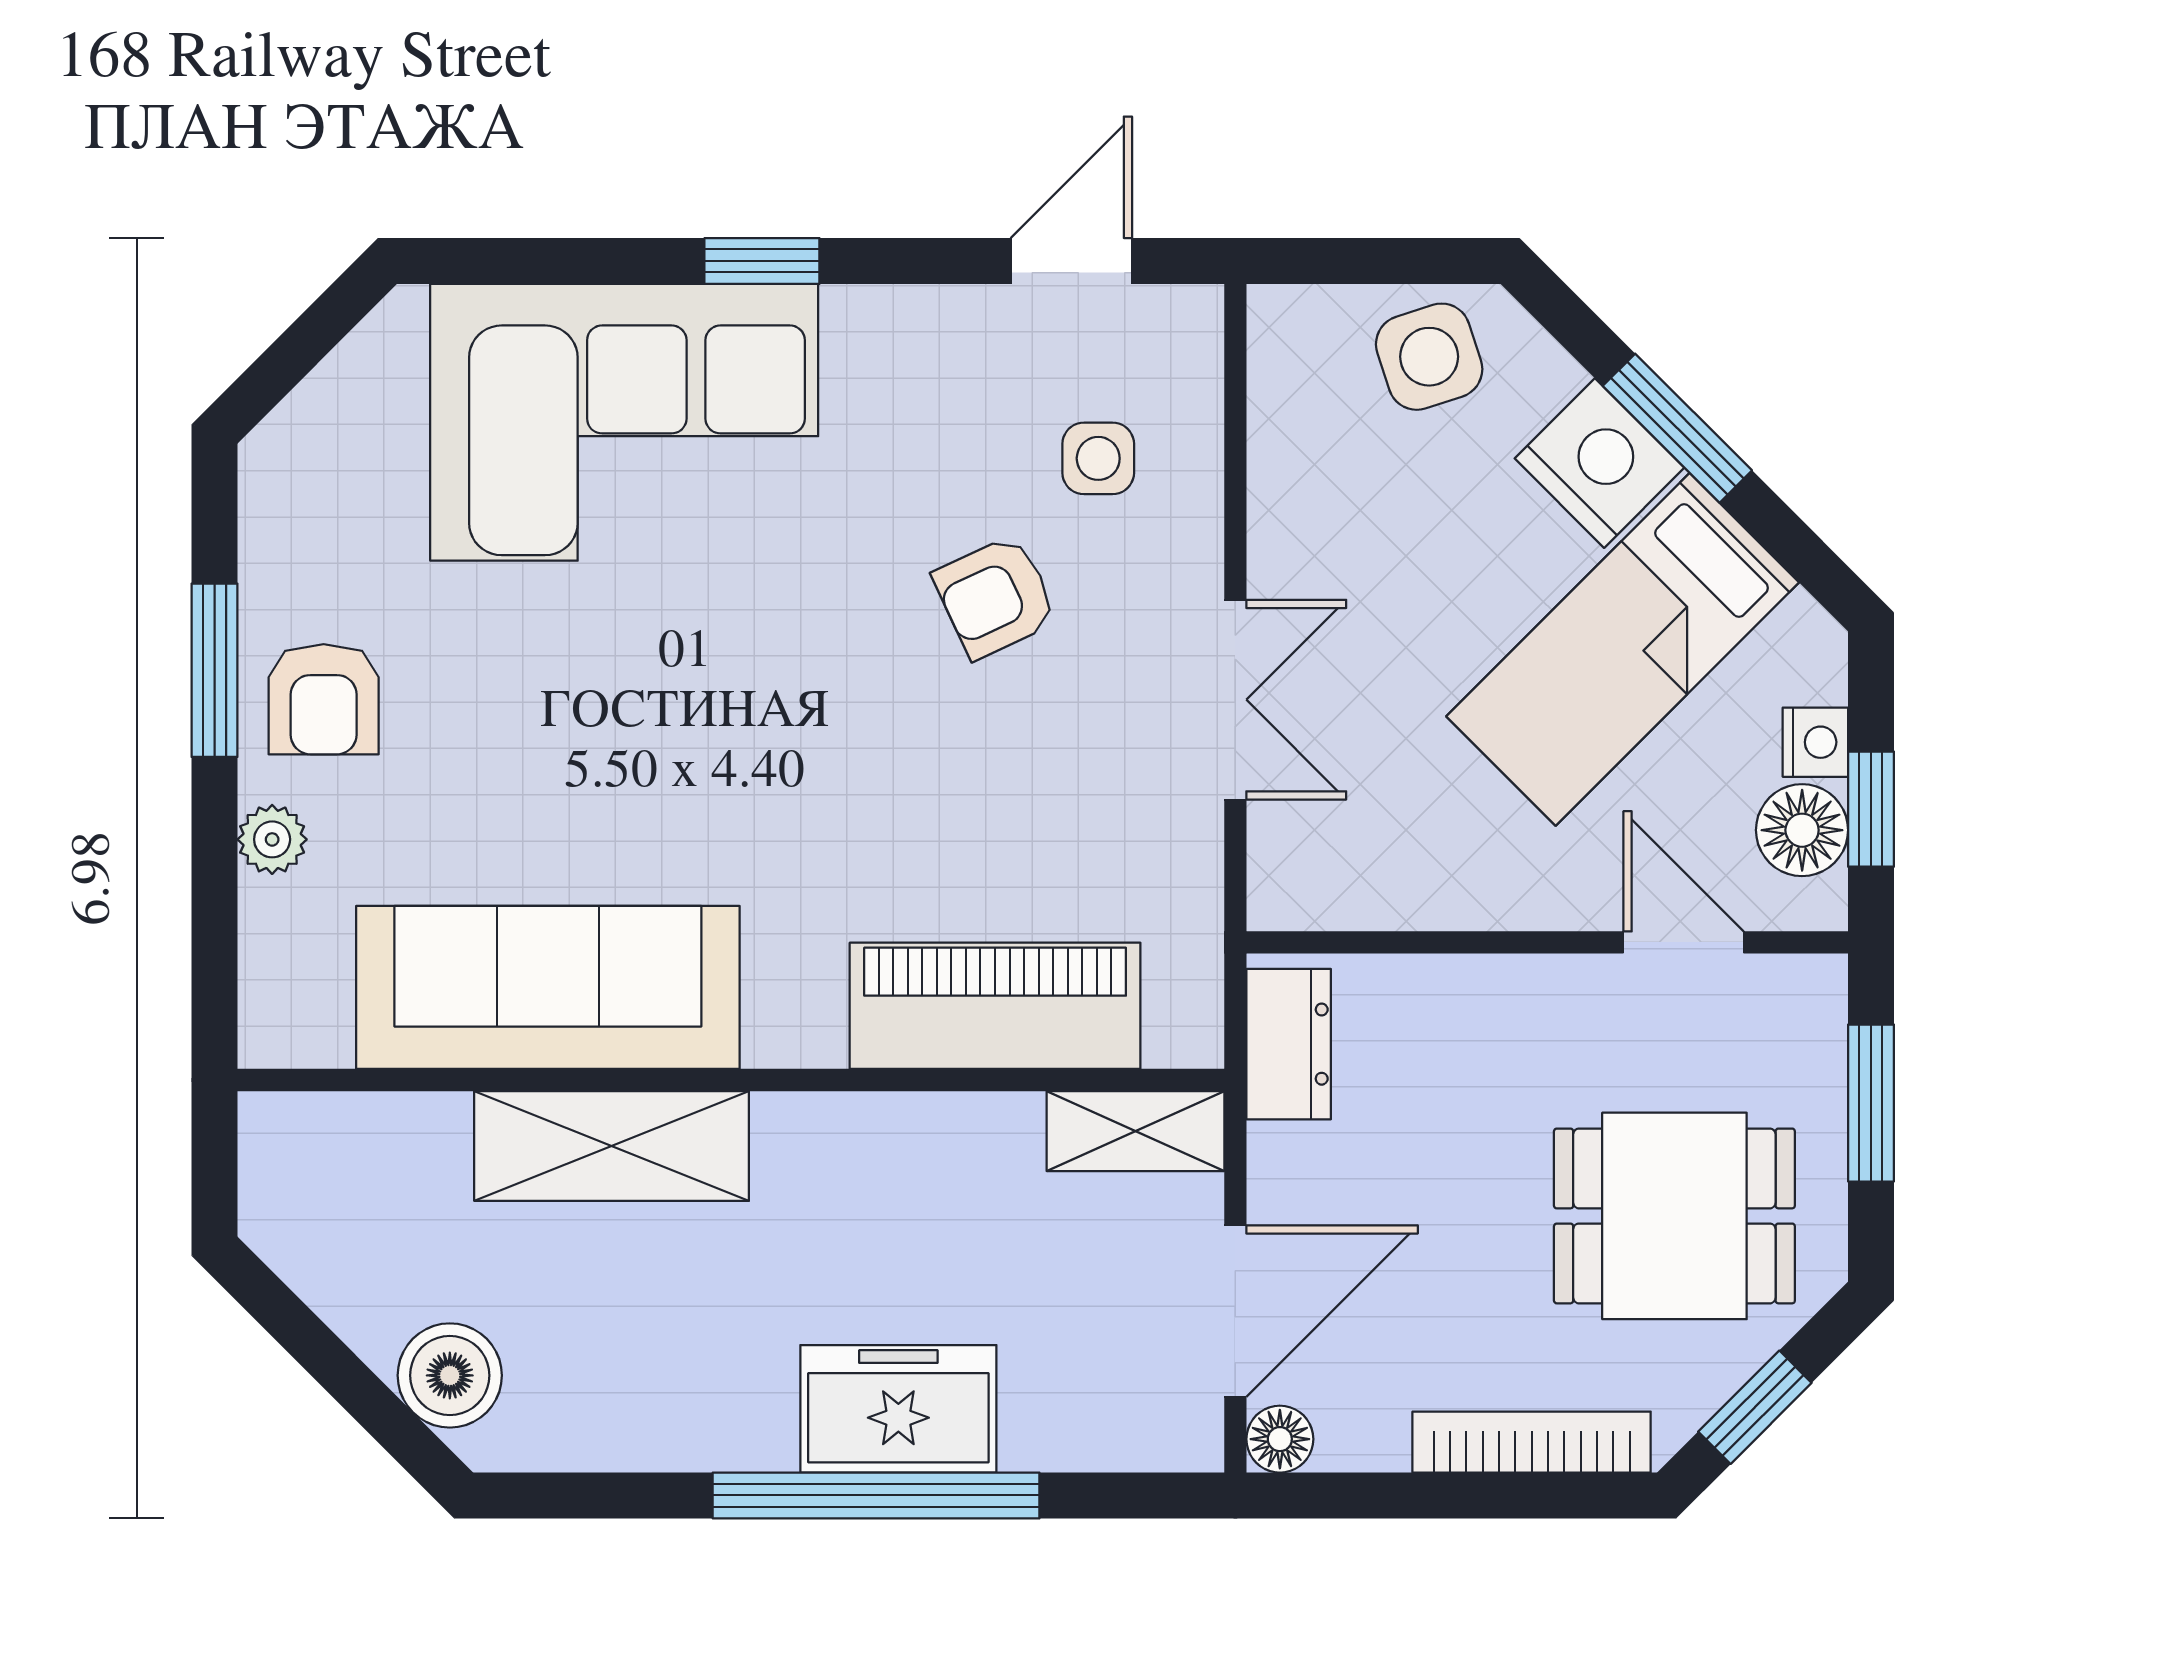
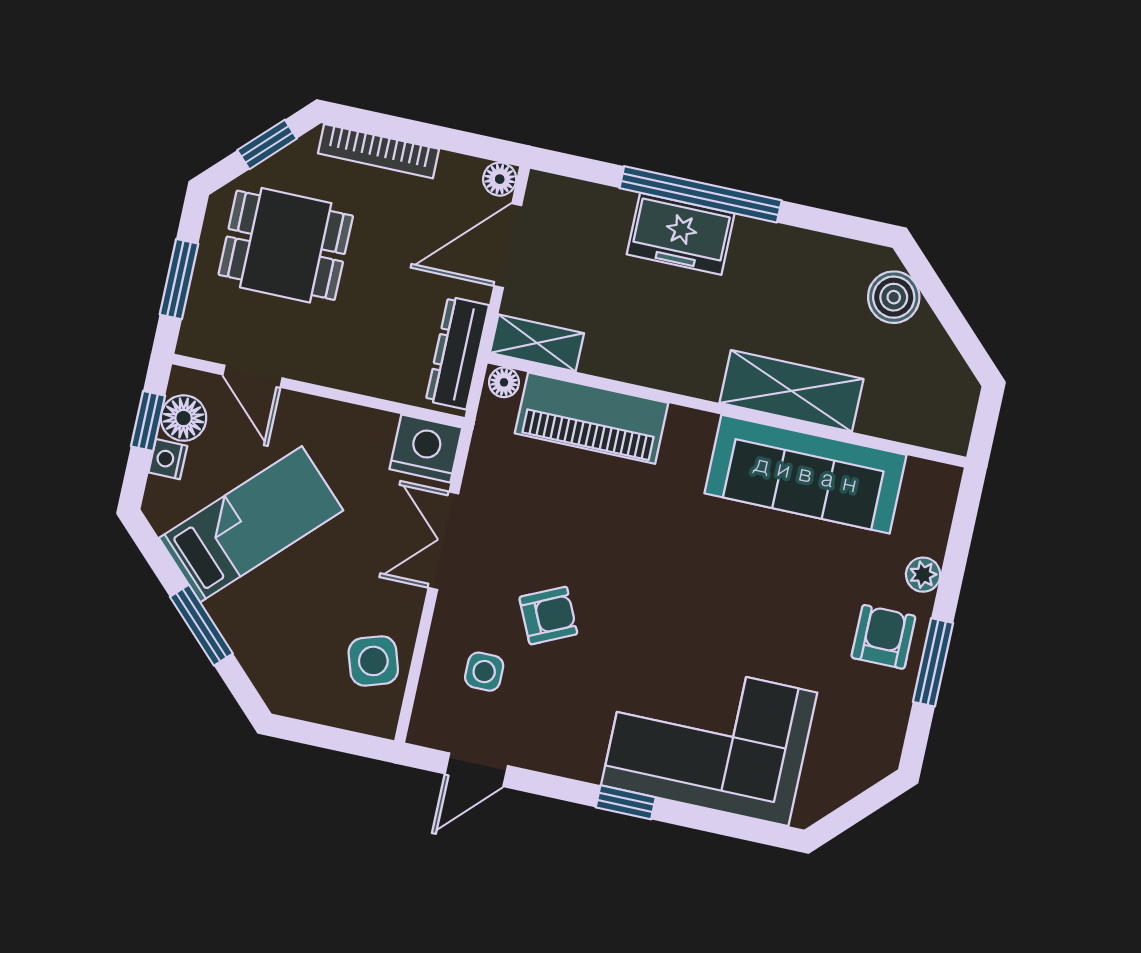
side table: (1429, 357) -> (373, 661), moved
nightstand: (1599, 463) -> (426, 448), moved, turned 135
floor lamp: (1184, 1039) -> (504, 382), added
dresser: (1289, 1044) -> (457, 353), width x1.44

